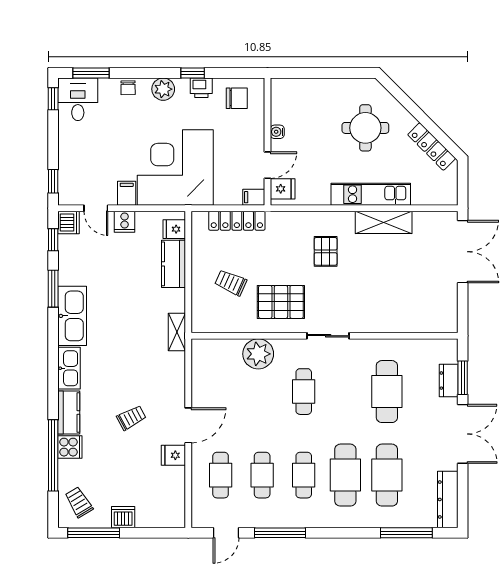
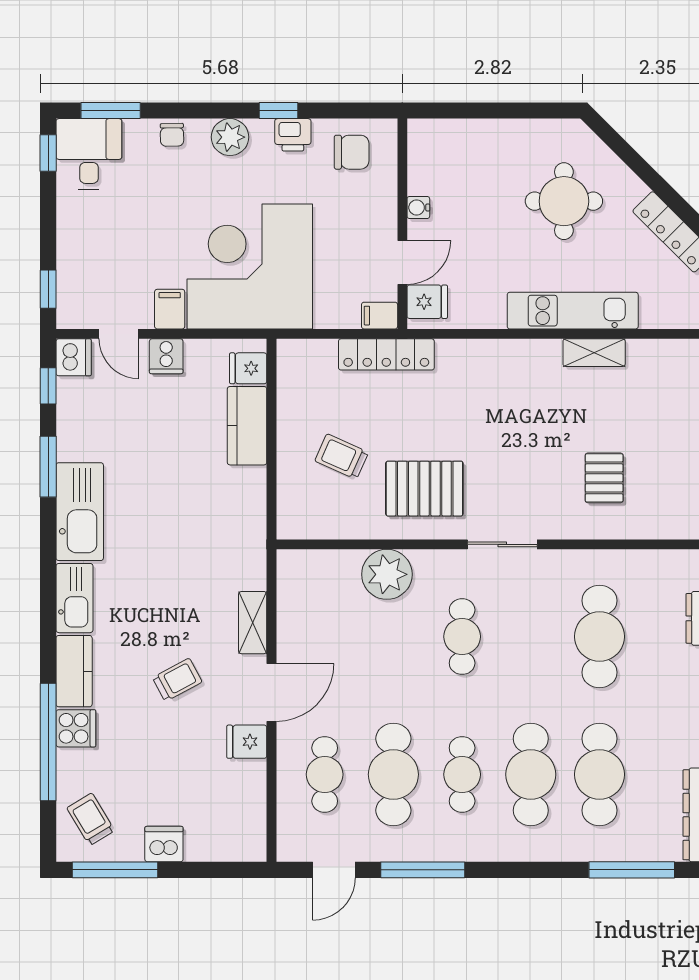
locker: (237, 221) -> (386, 354), moved
shelving: (384, 222) -> (594, 353), width x0.67, depth x0.75
pallet: (326, 251) -> (604, 478), moved
shelving: (177, 332) -> (253, 623), moved
cafe table: (262, 475) -> (393, 774), width x1.37, depth x1.35

